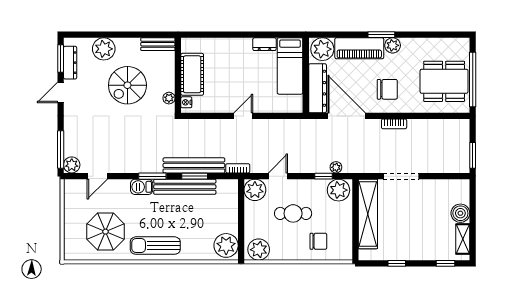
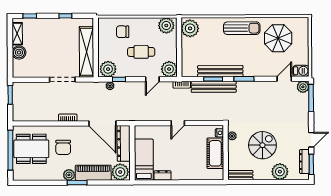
chair: (387, 89) -> (63, 147), moved, turned -90
barbecue: (142, 187) -> (301, 71), moved

